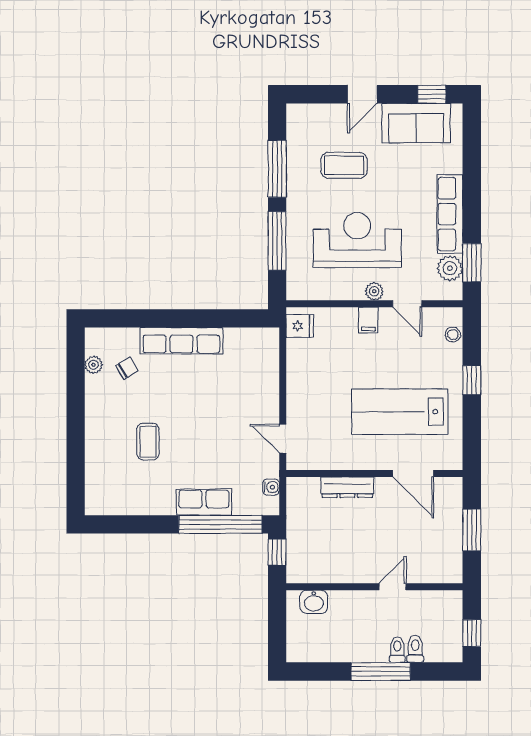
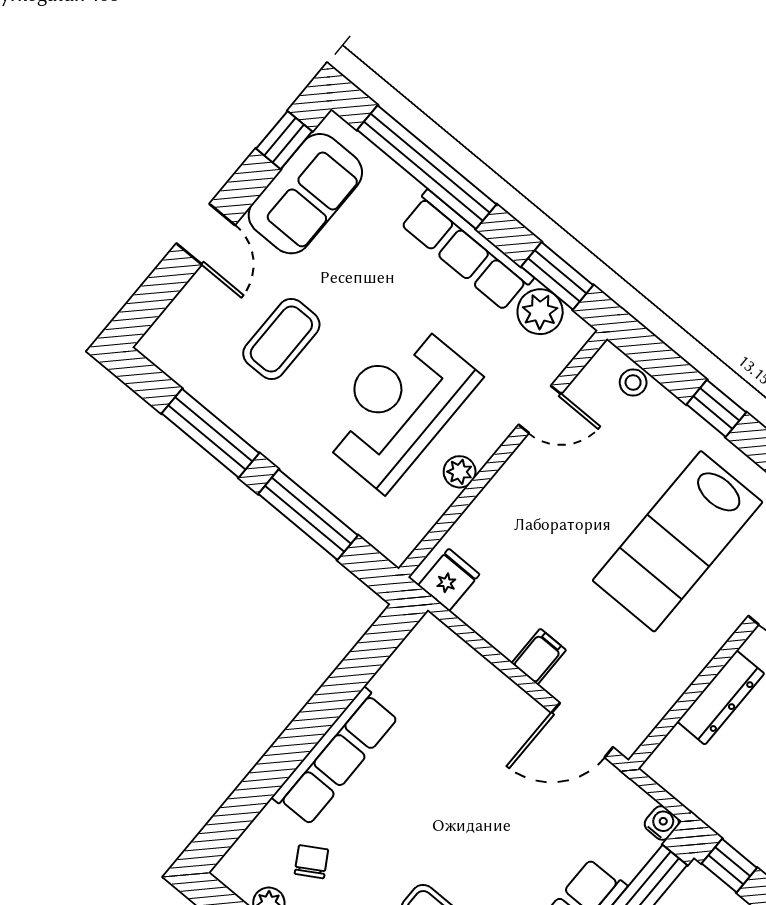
window: (472, 166) -> (427, 167), added
plant: (374, 291) -> (460, 472), moved
filing cabinet: (368, 320) -> (539, 657), moved, turned -90
door: (283, 439) -> (582, 730), width x1.38
water cooler: (271, 487) -> (662, 823), moved

